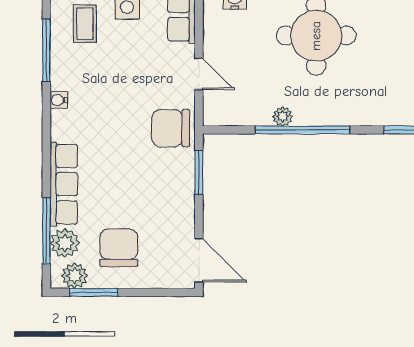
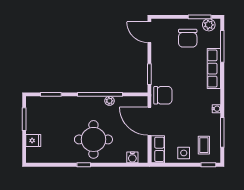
door: (199, 74) -> (149, 121), width x1.87
plant: (65, 243) -> (213, 40), removed

